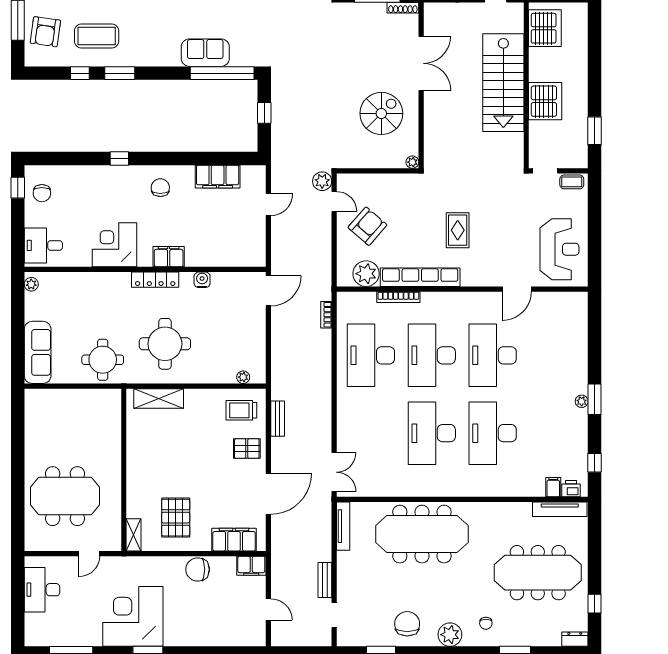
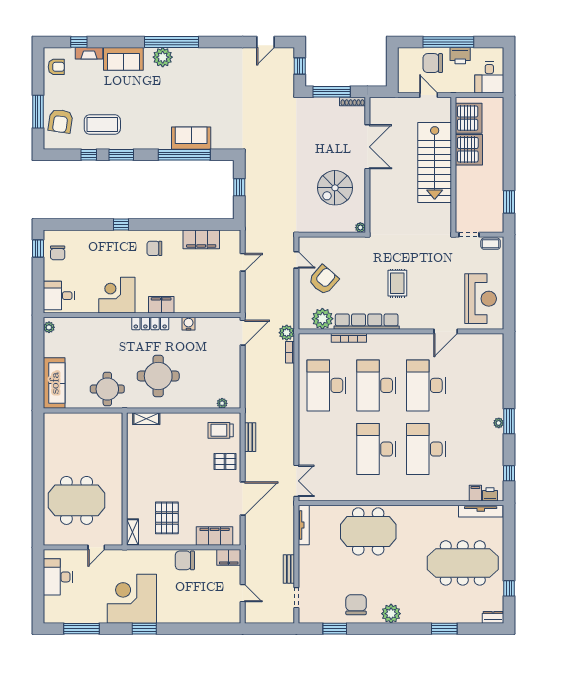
window: (222, 73) -> (184, 155), moved
server rack: (545, 101) -> (469, 150), moved
spiral stairs: (381, 113) -> (335, 188), turned 180
plant: (322, 181) -> (287, 333), moved
chair: (160, 188) -> (154, 248), turned -90
shelving: (159, 398) -> (146, 419), width x0.67, depth x0.75
meeting table: (422, 534) -> (368, 531), width x0.73
chair: (486, 623) -> (420, 604), removed

